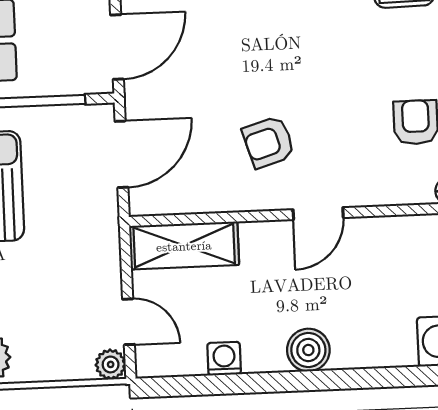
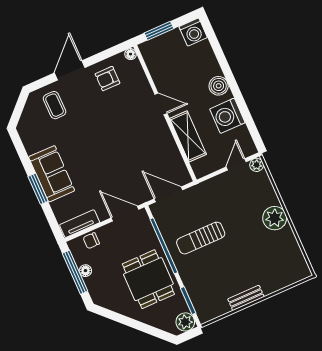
armchair: (269, 142) -> (139, 136), removed
shelving: (184, 246) -> (188, 136), moved
washing machine: (224, 359) -> (227, 116), width x1.89, depth x1.89

